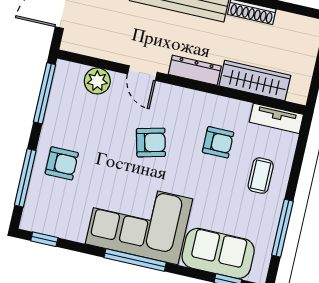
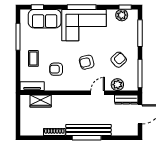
dresser: (195, 70) -> (126, 100), moved
door: (142, 73) -> (98, 93), hinge flipped
wardrobe: (255, 81) -> (41, 101), width x0.67
armchair: (62, 163) -> (119, 60), moved, turned 137
plant: (55, 224) -> (122, 15), added

